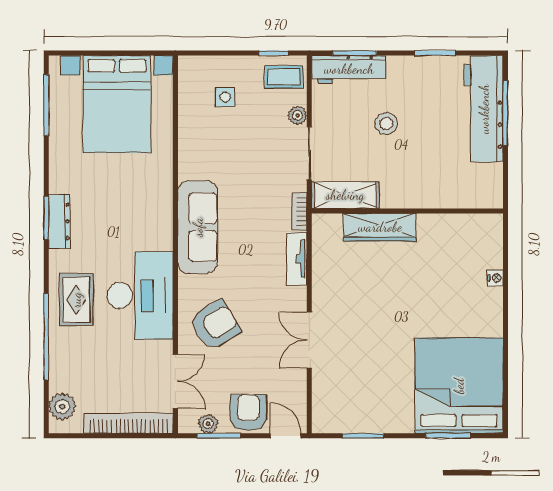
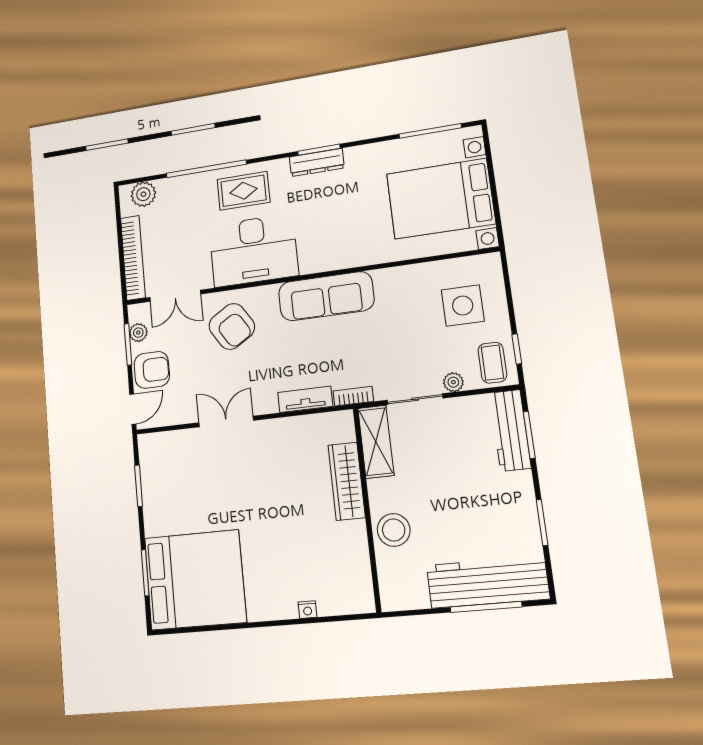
side table: (225, 97) -> (463, 305), width x1.87, depth x1.87
stool: (386, 124) -> (394, 530), moved, width x1.38, depth x1.38

